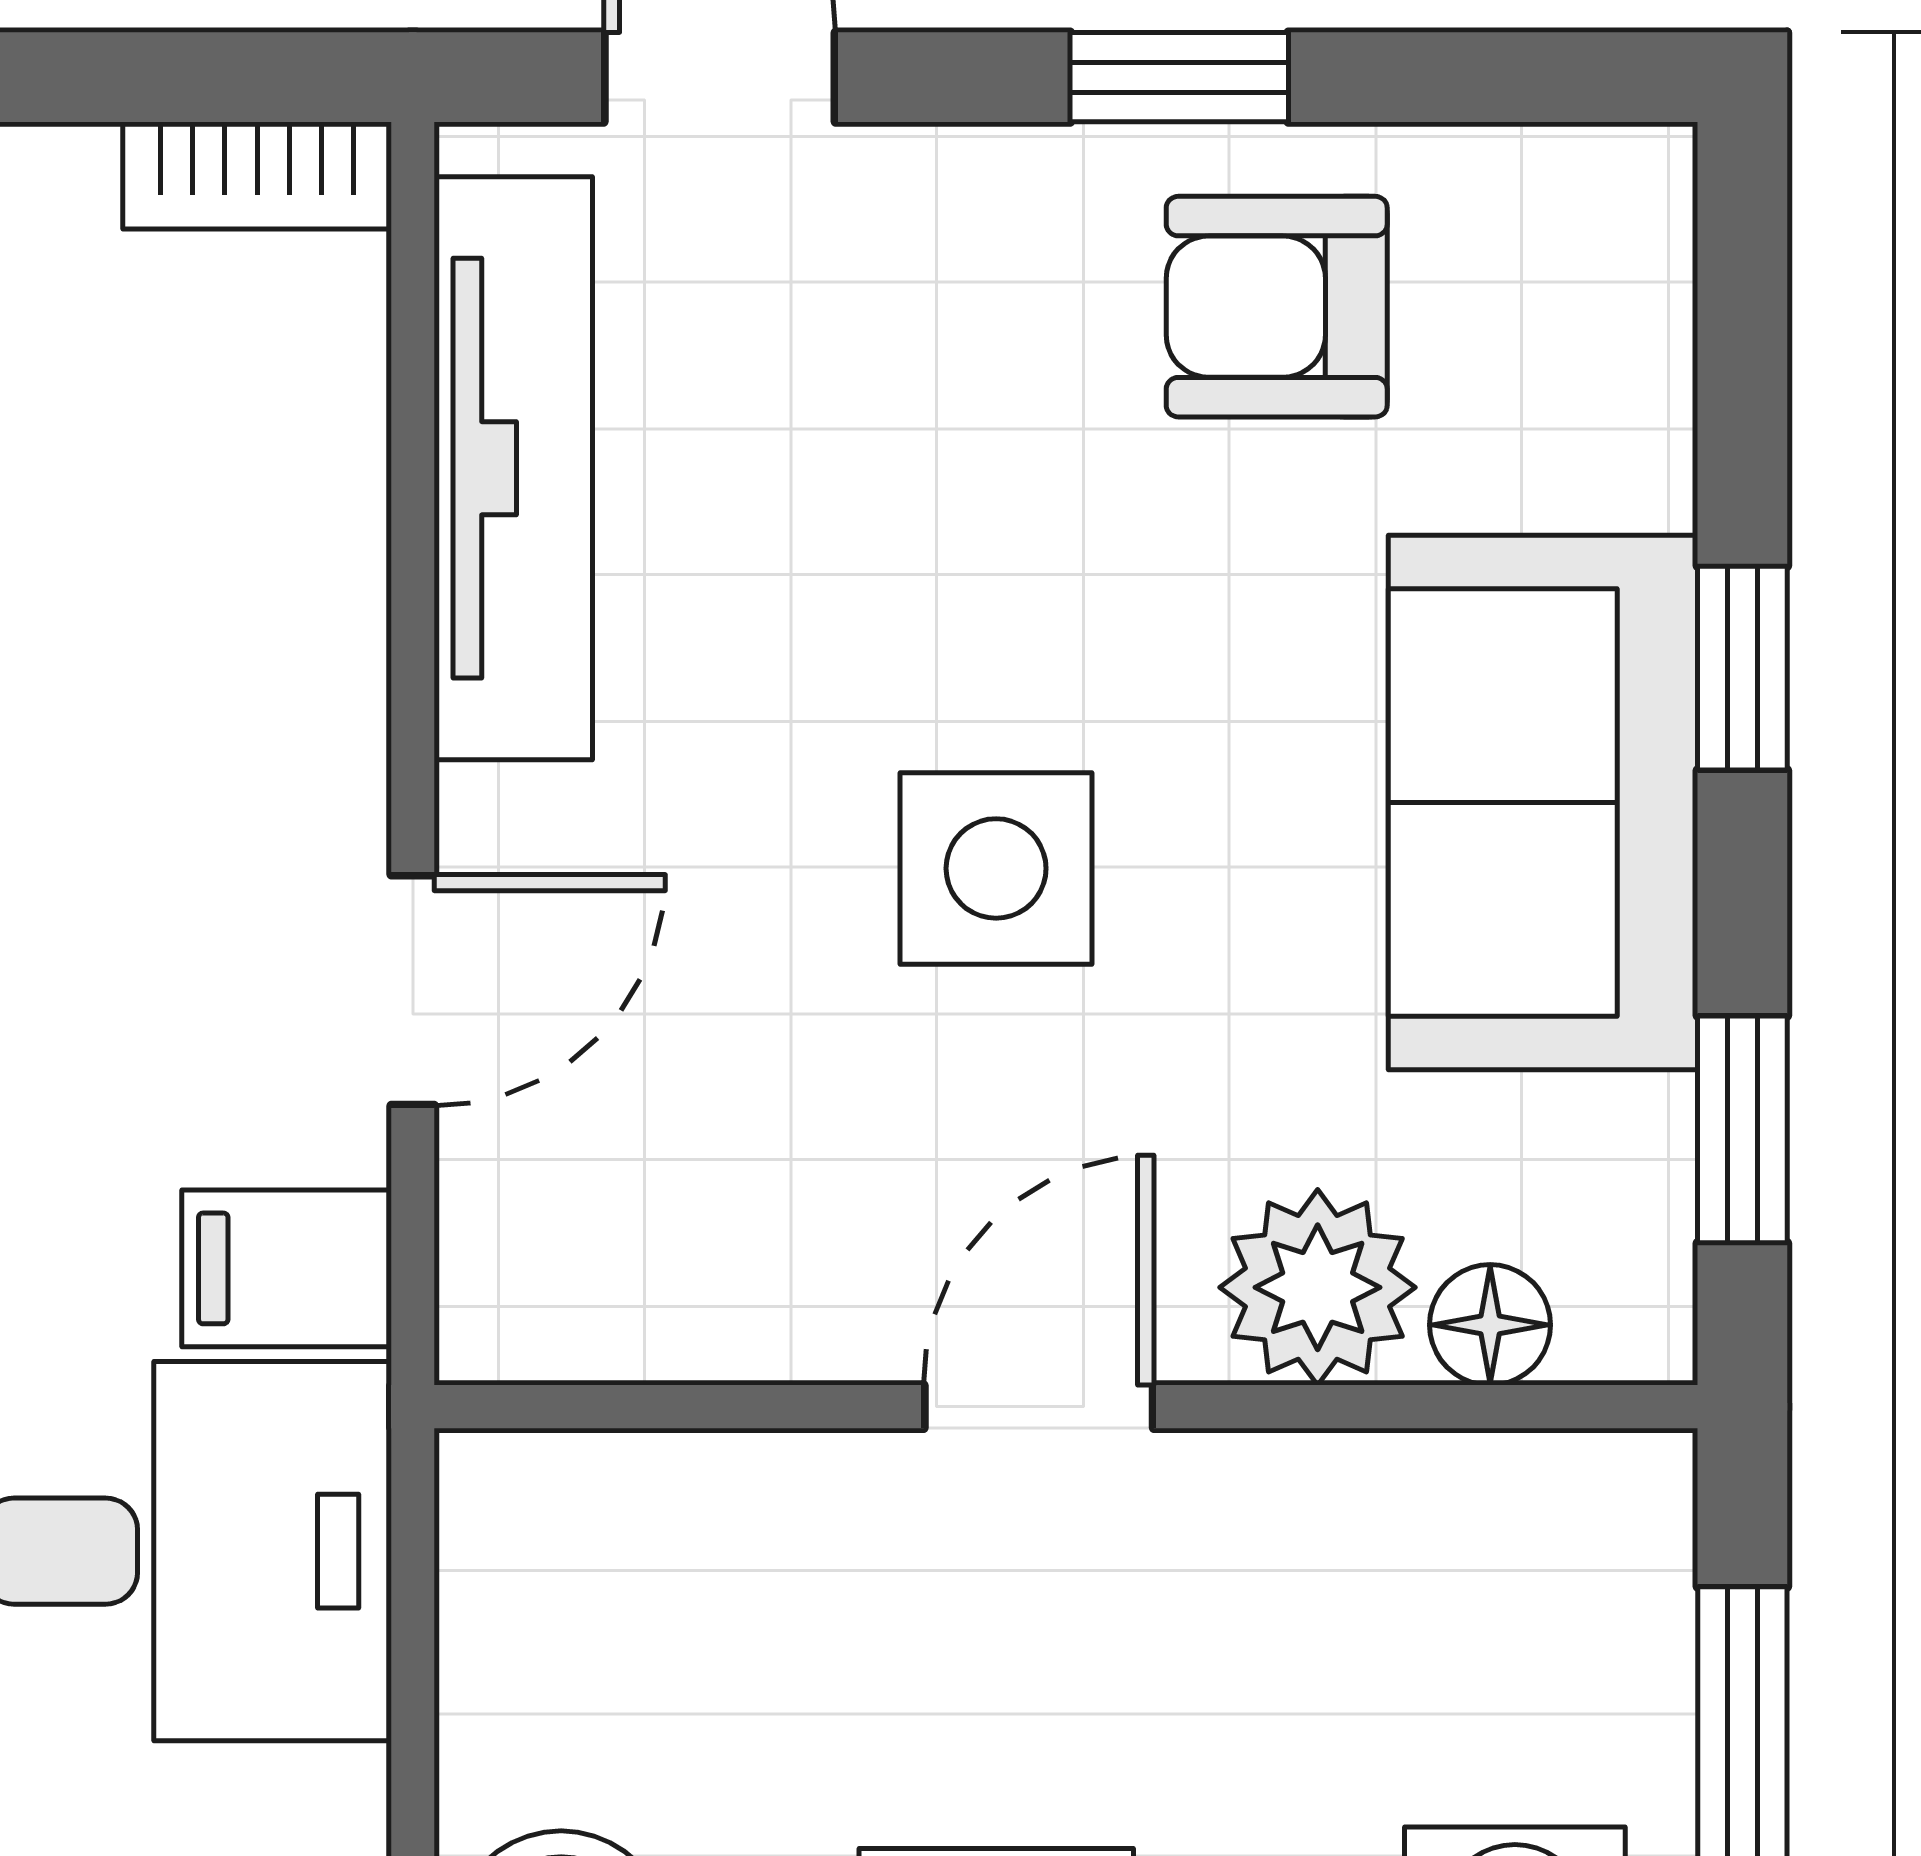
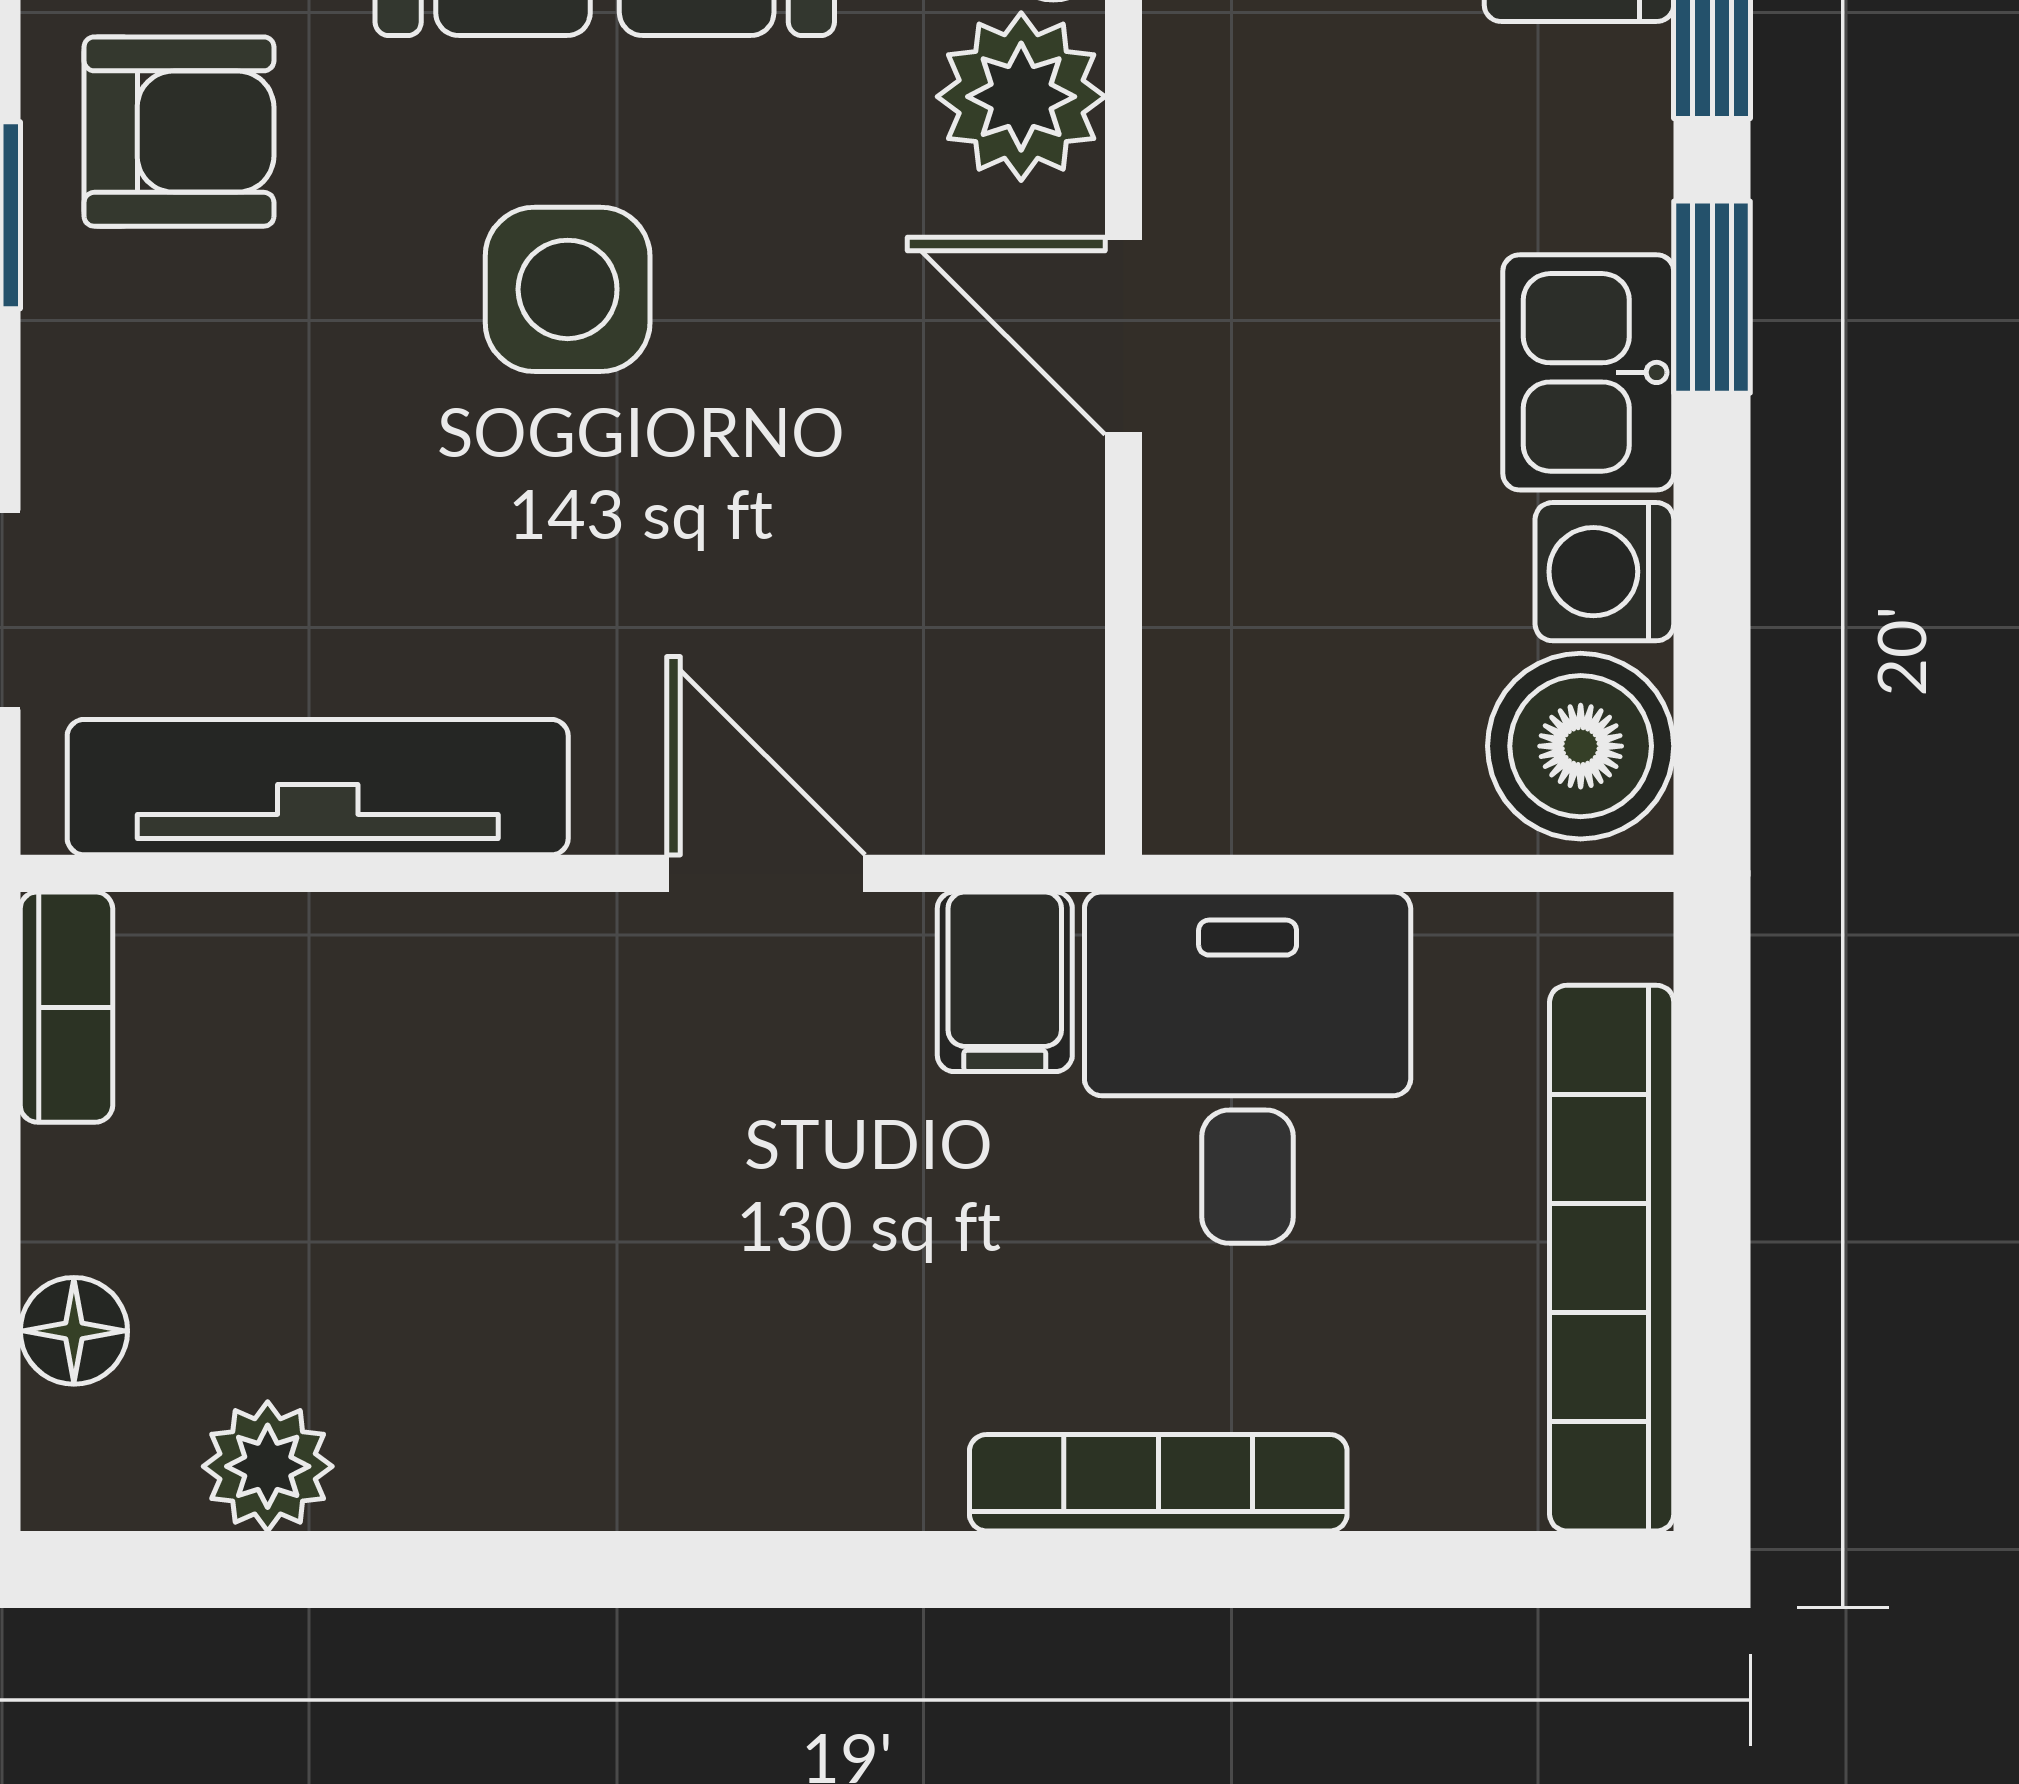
armchair: (1277, 307) -> (179, 132), turned -90
side table: (996, 868) -> (568, 289), moved

